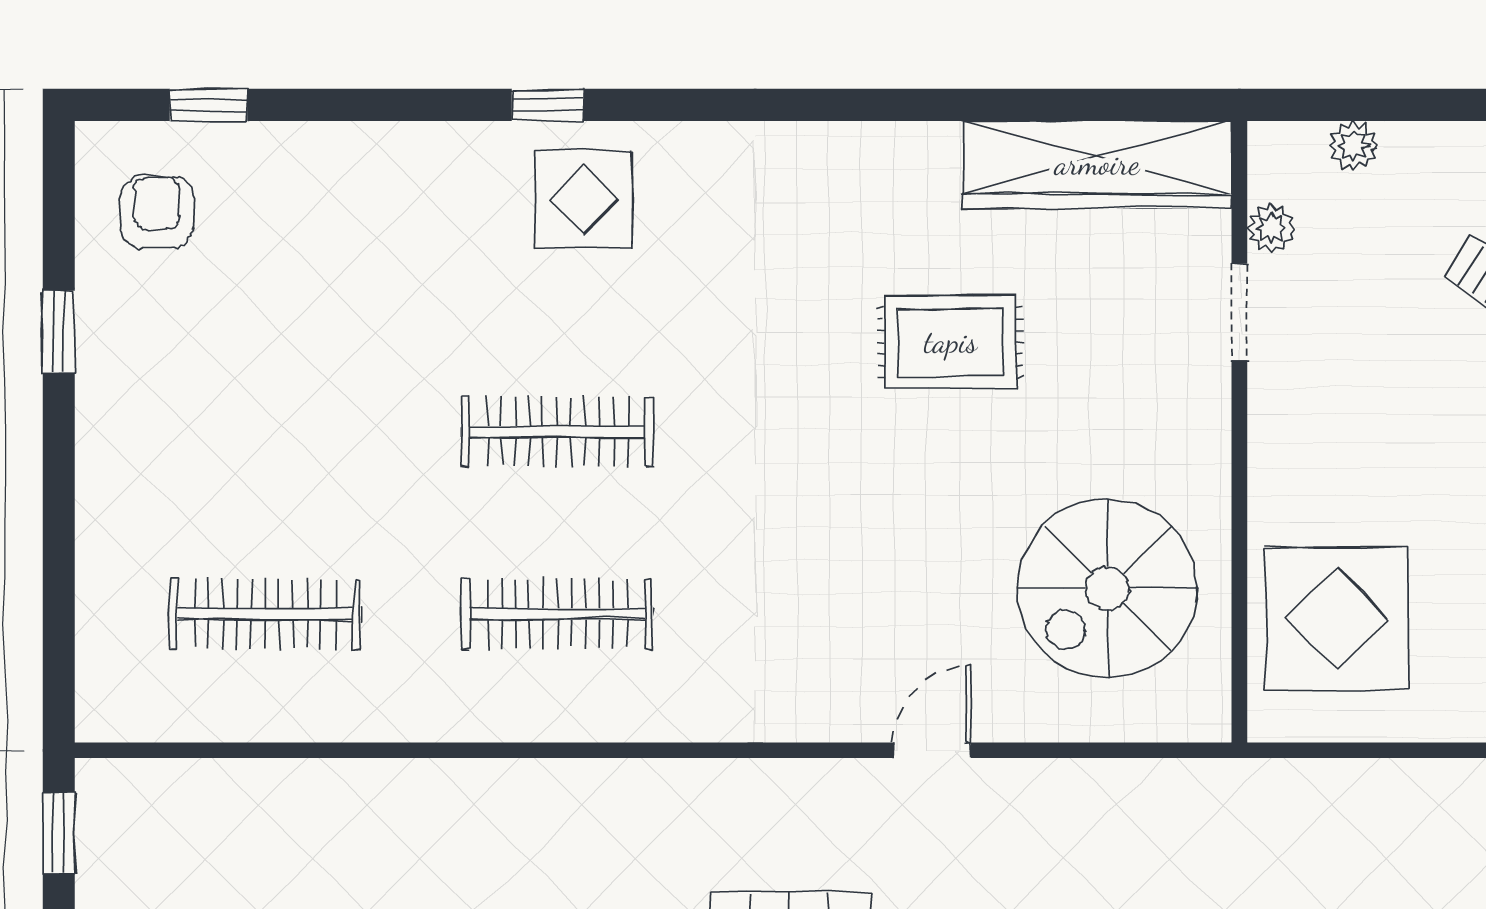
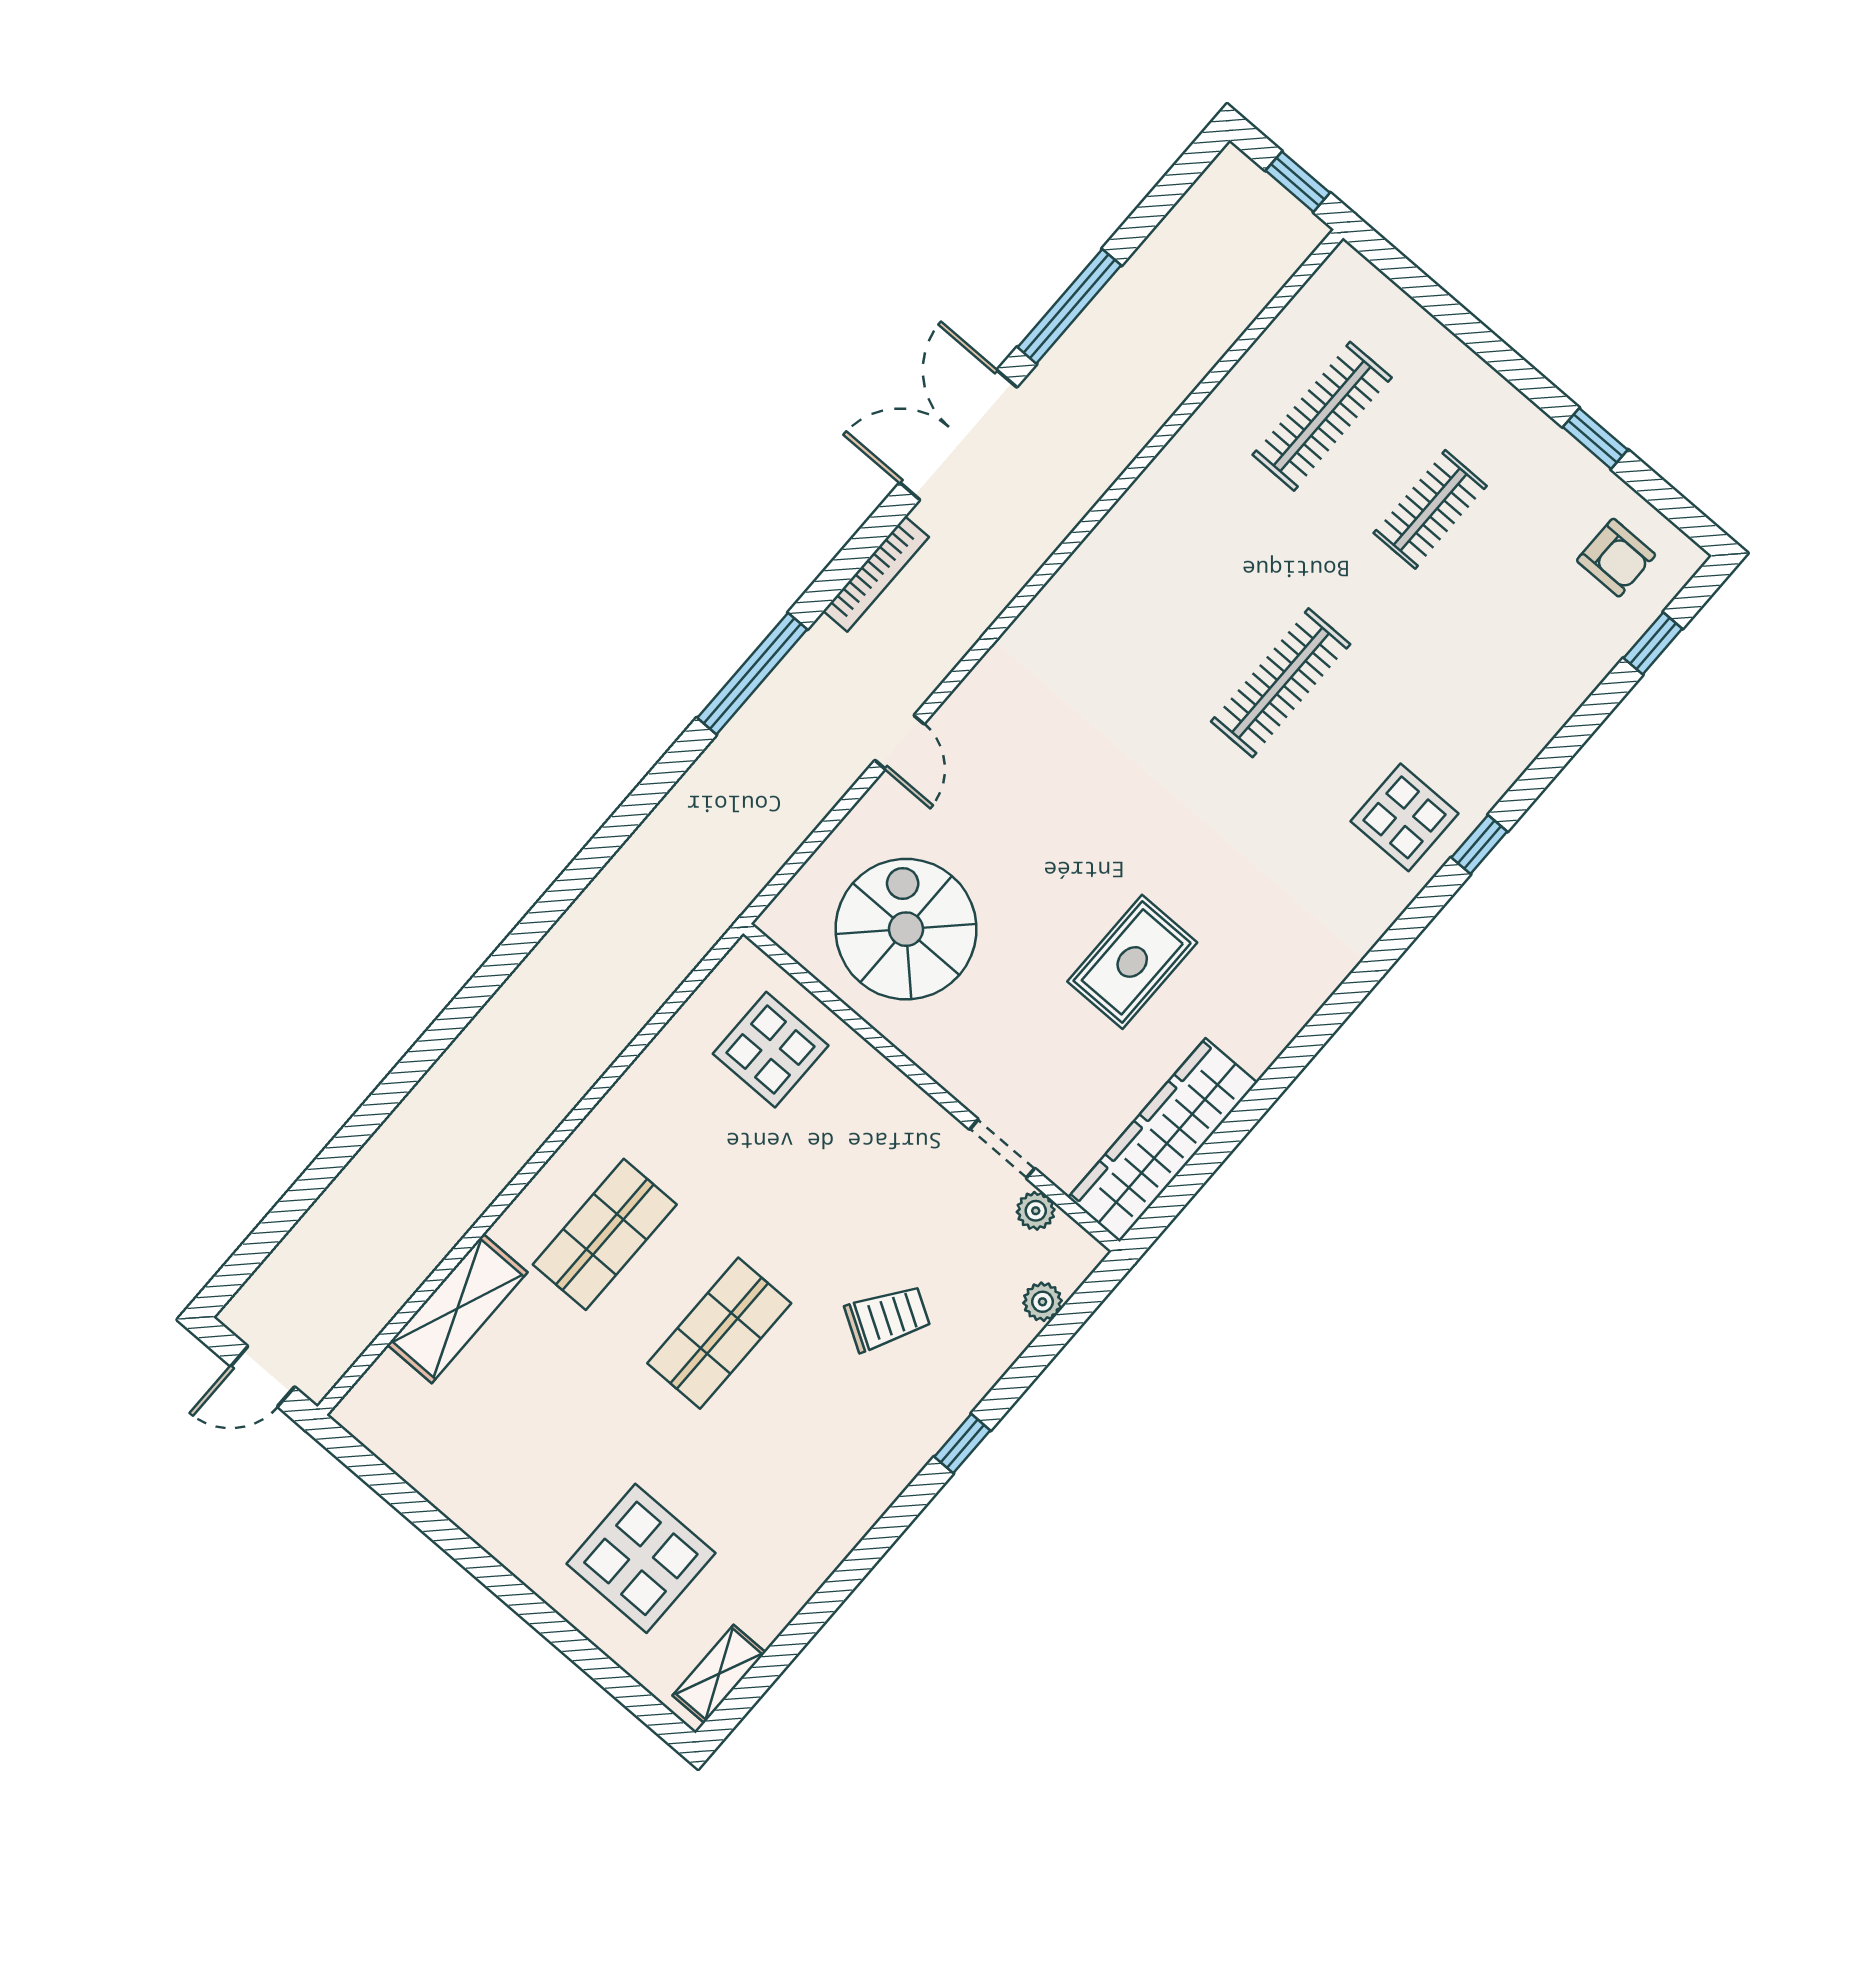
clothes rail: (557, 614) -> (1430, 509), moved, width x0.73
display table: (1337, 619) -> (771, 1050), width x0.73, depth x0.73

